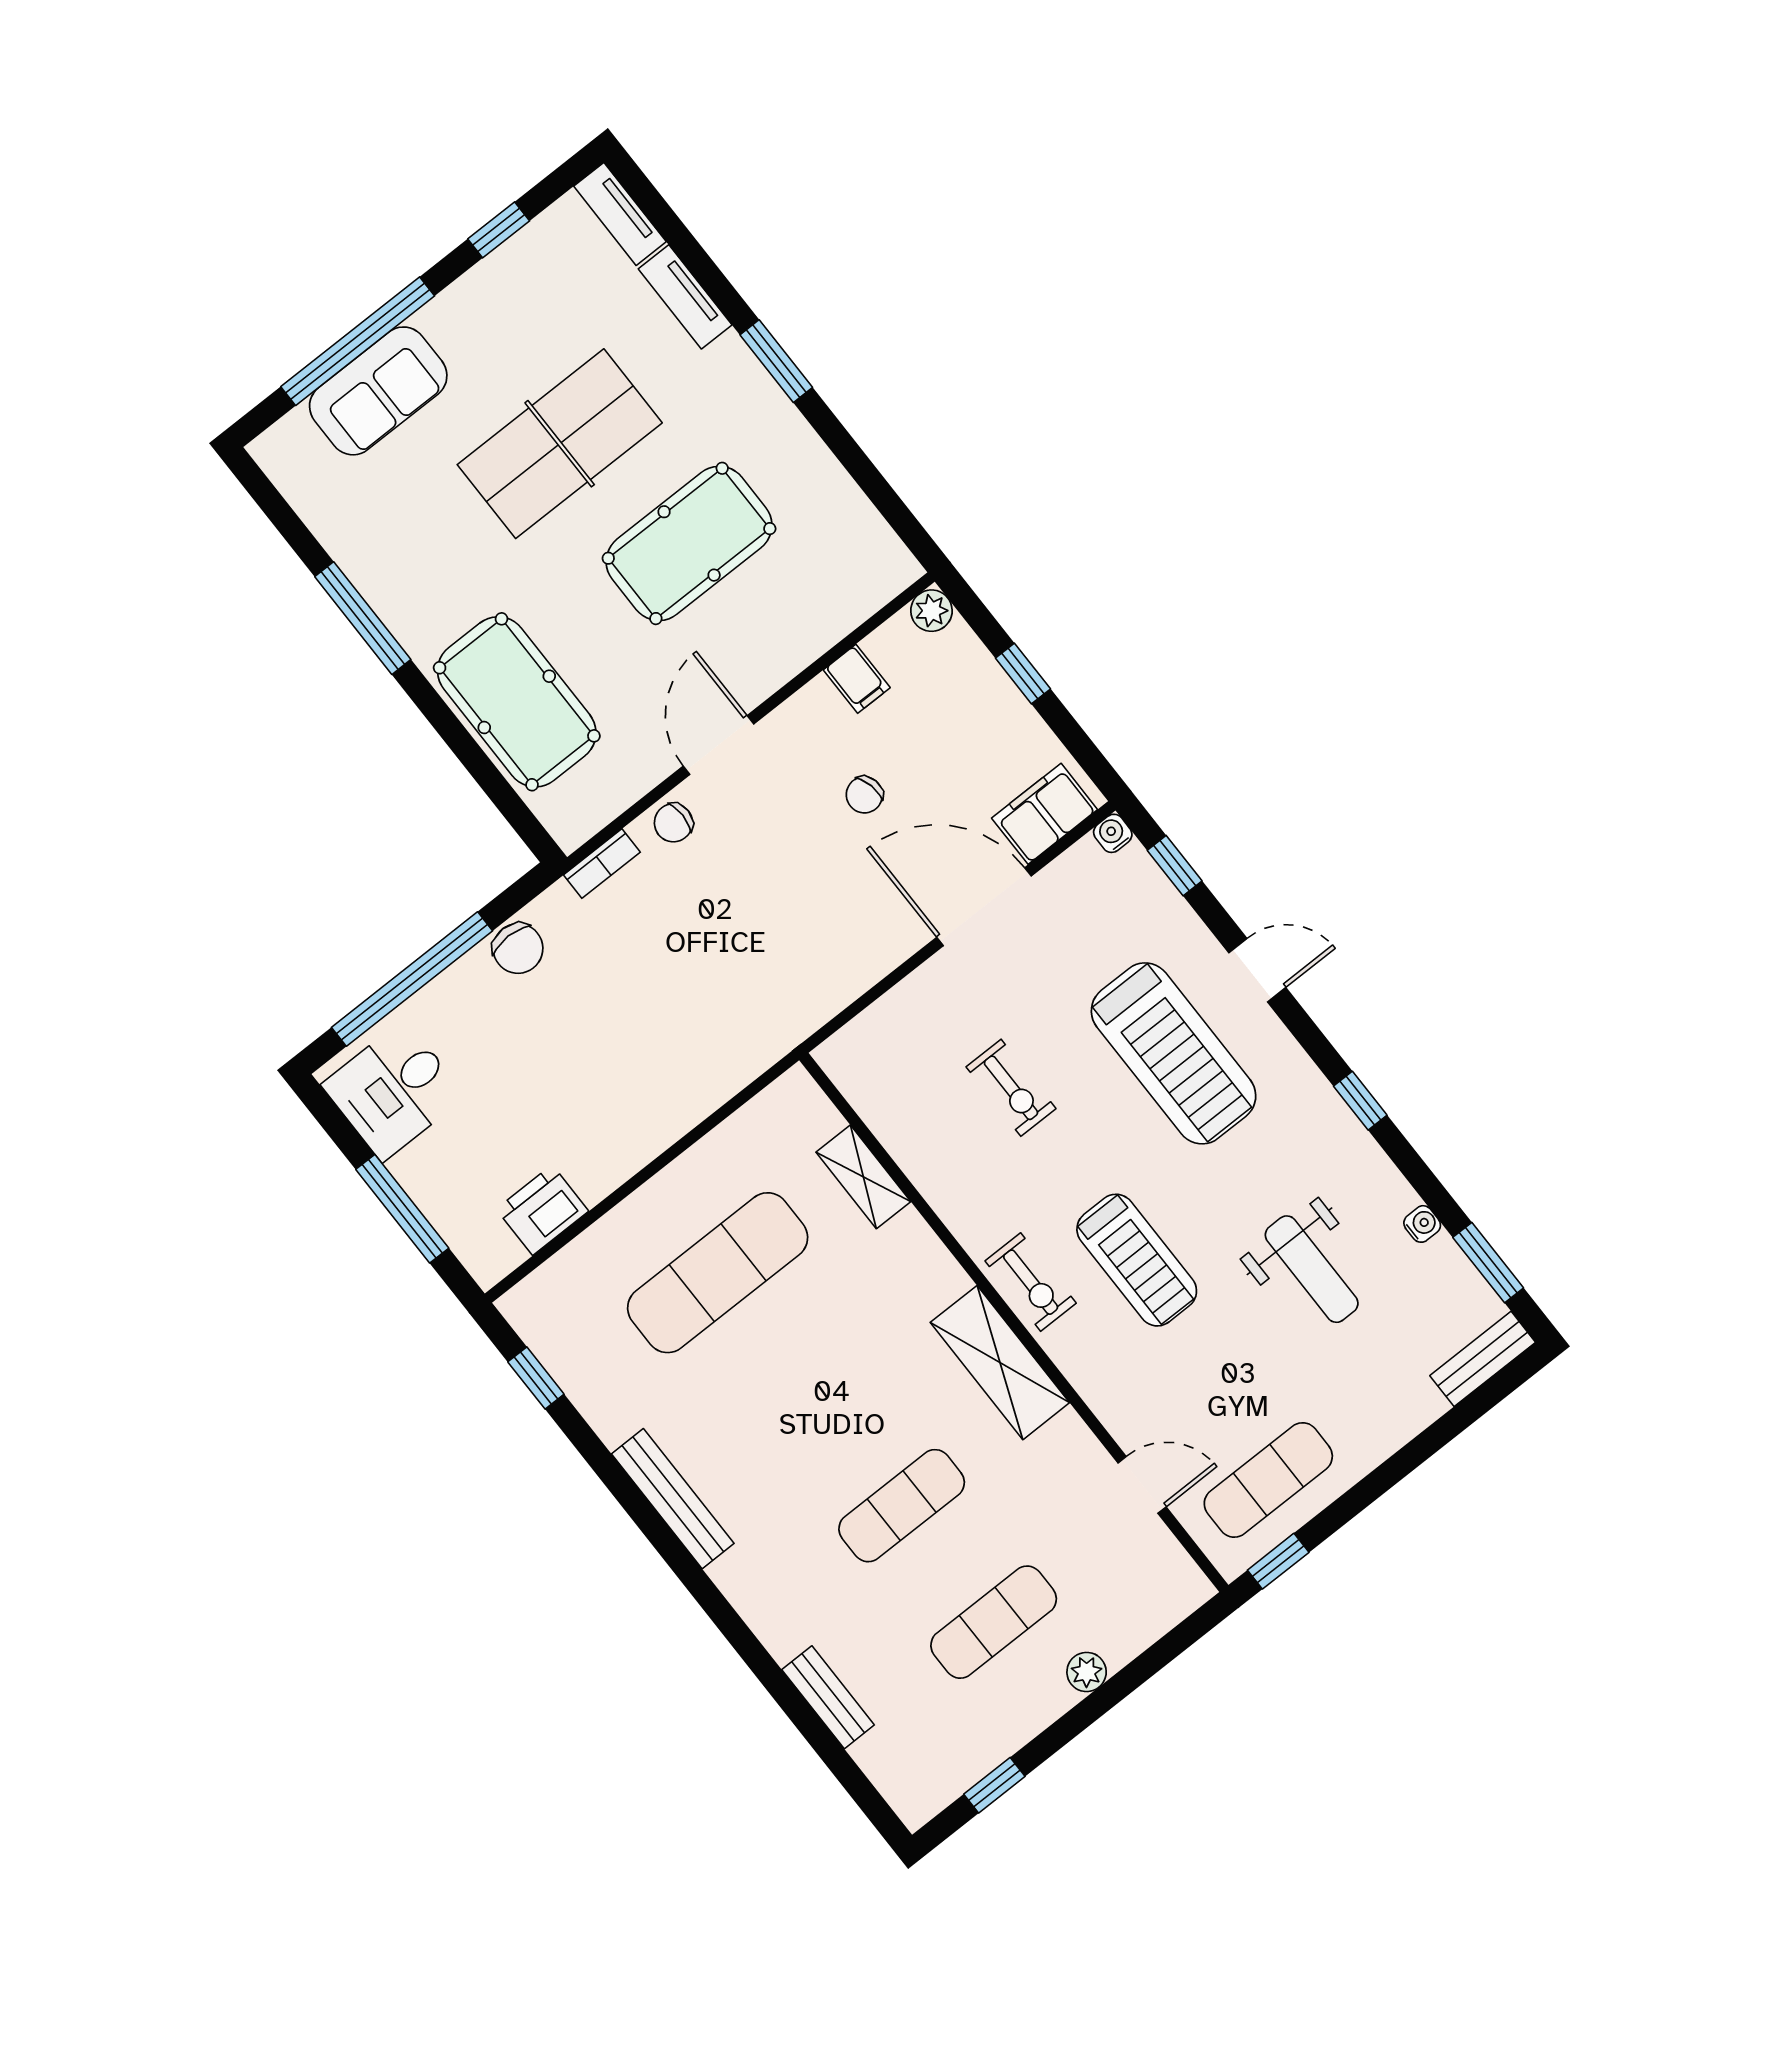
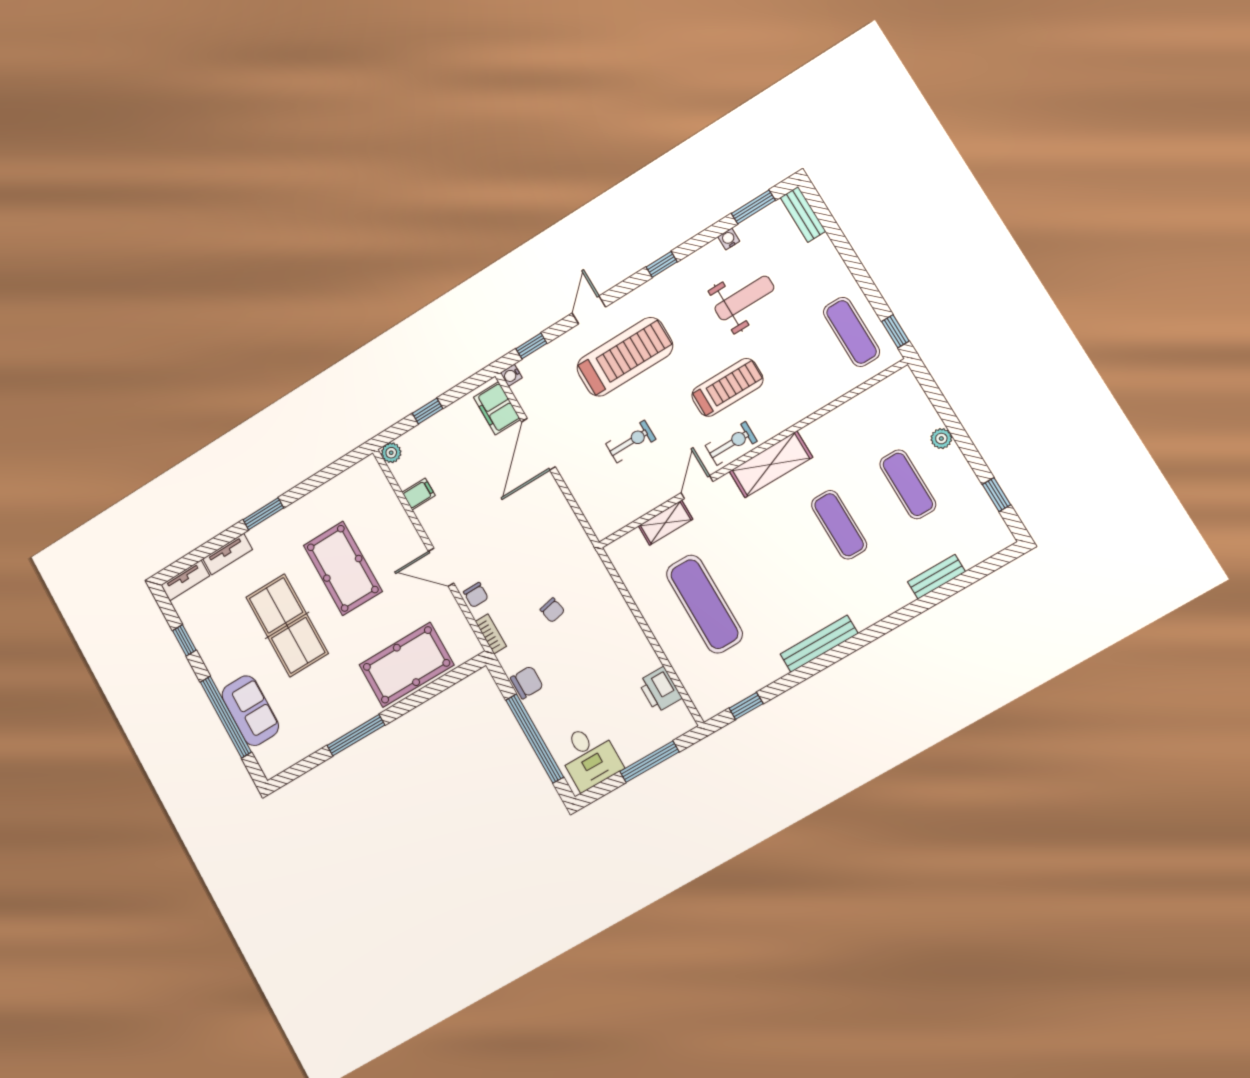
chair: (864, 795) -> (552, 610), moved
door: (1142, 1485) -> (697, 487), moved

